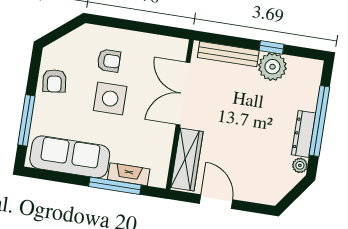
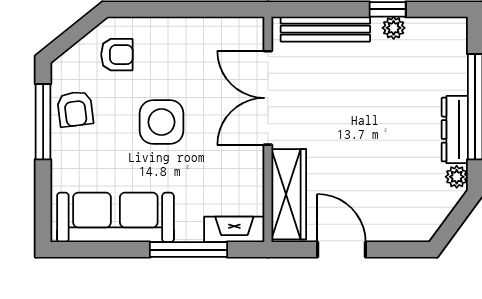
armchair: (109, 61) -> (117, 55), moved
plant: (272, 67) -> (394, 28), width x0.53, depth x0.53
window: (26, 120) -> (43, 122), moved
fireplace: (129, 174) -> (234, 229), moved

